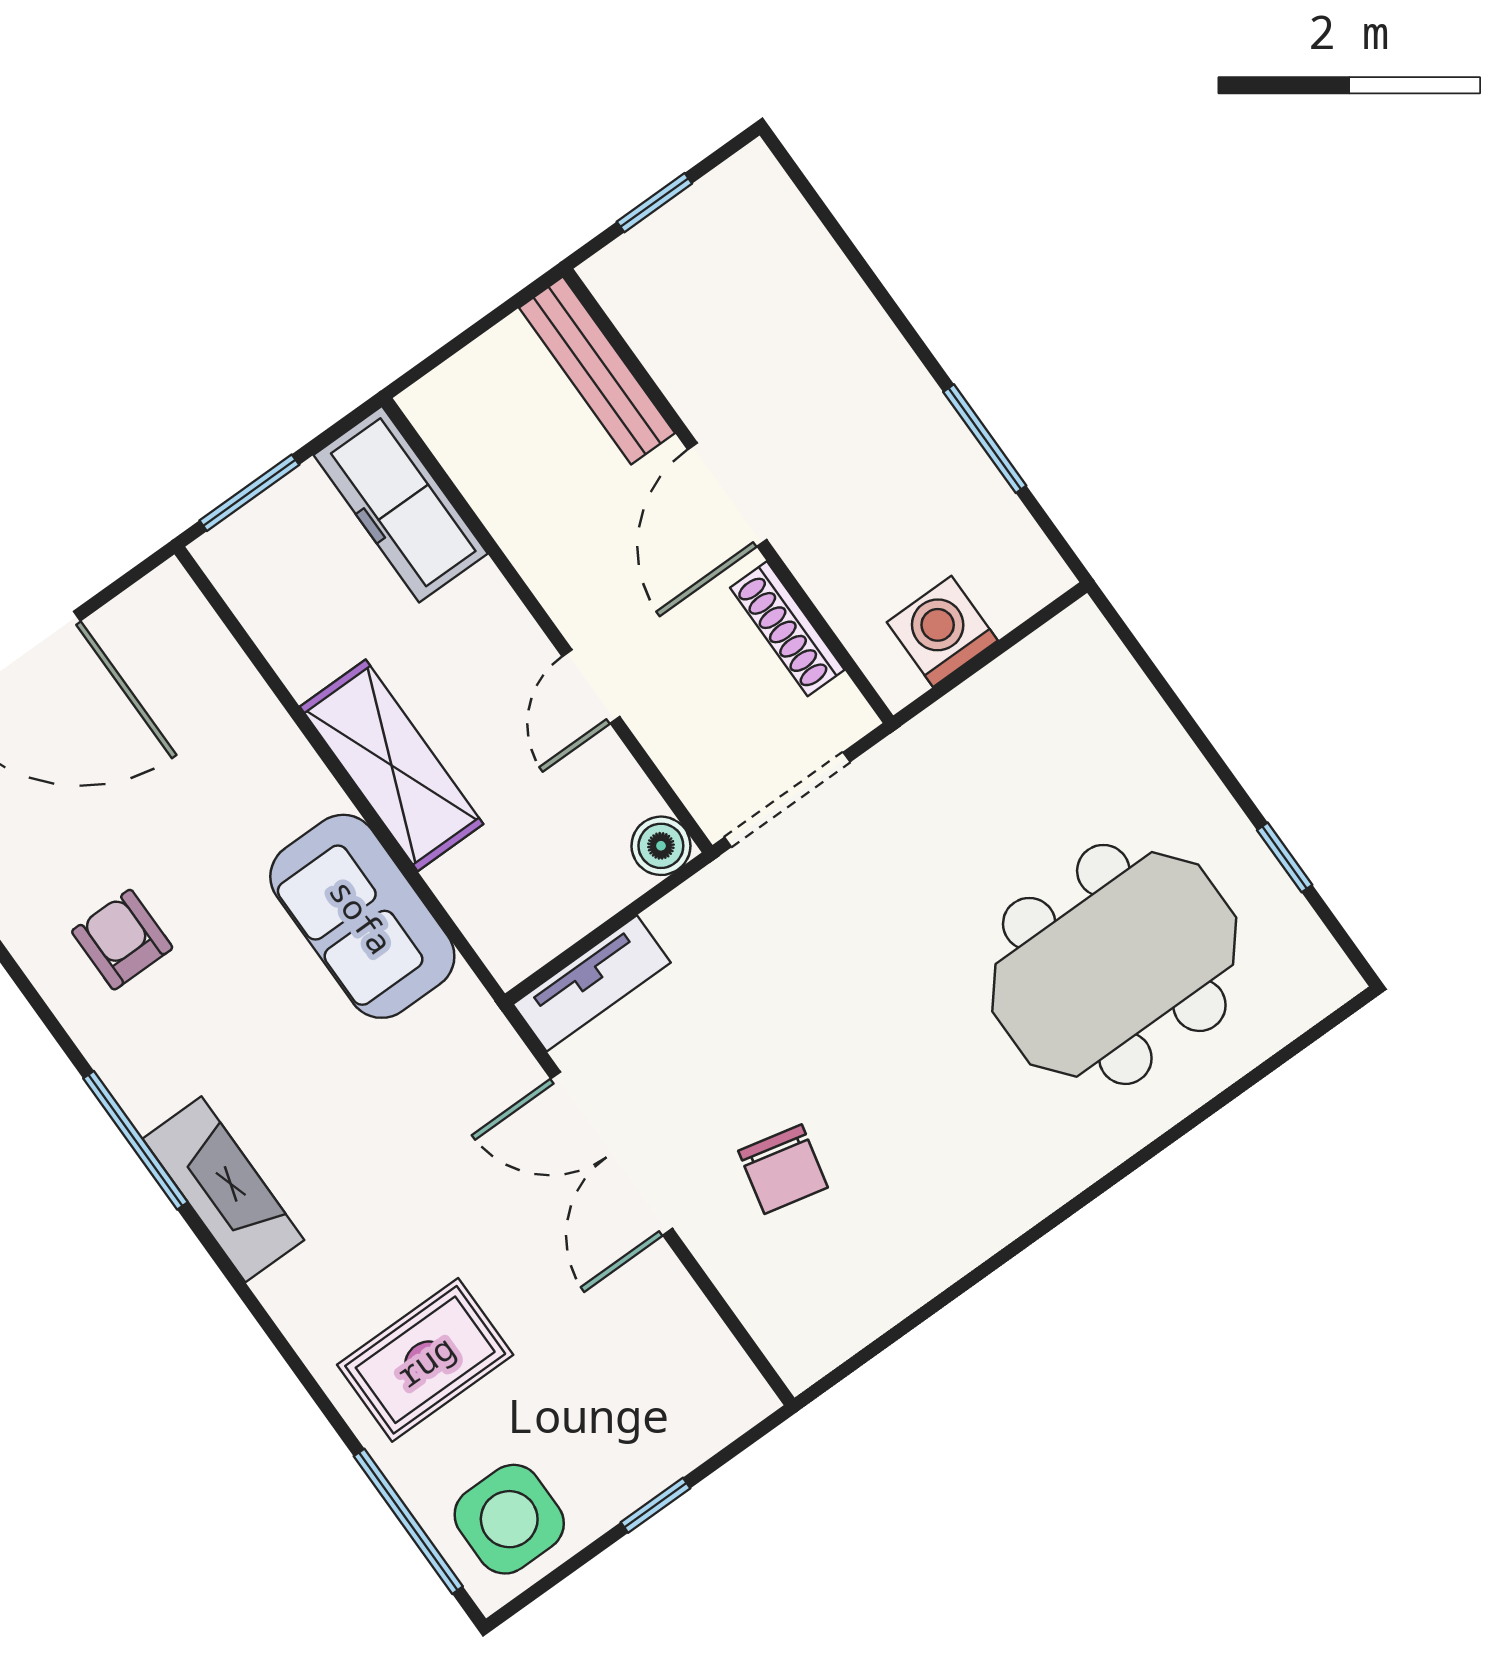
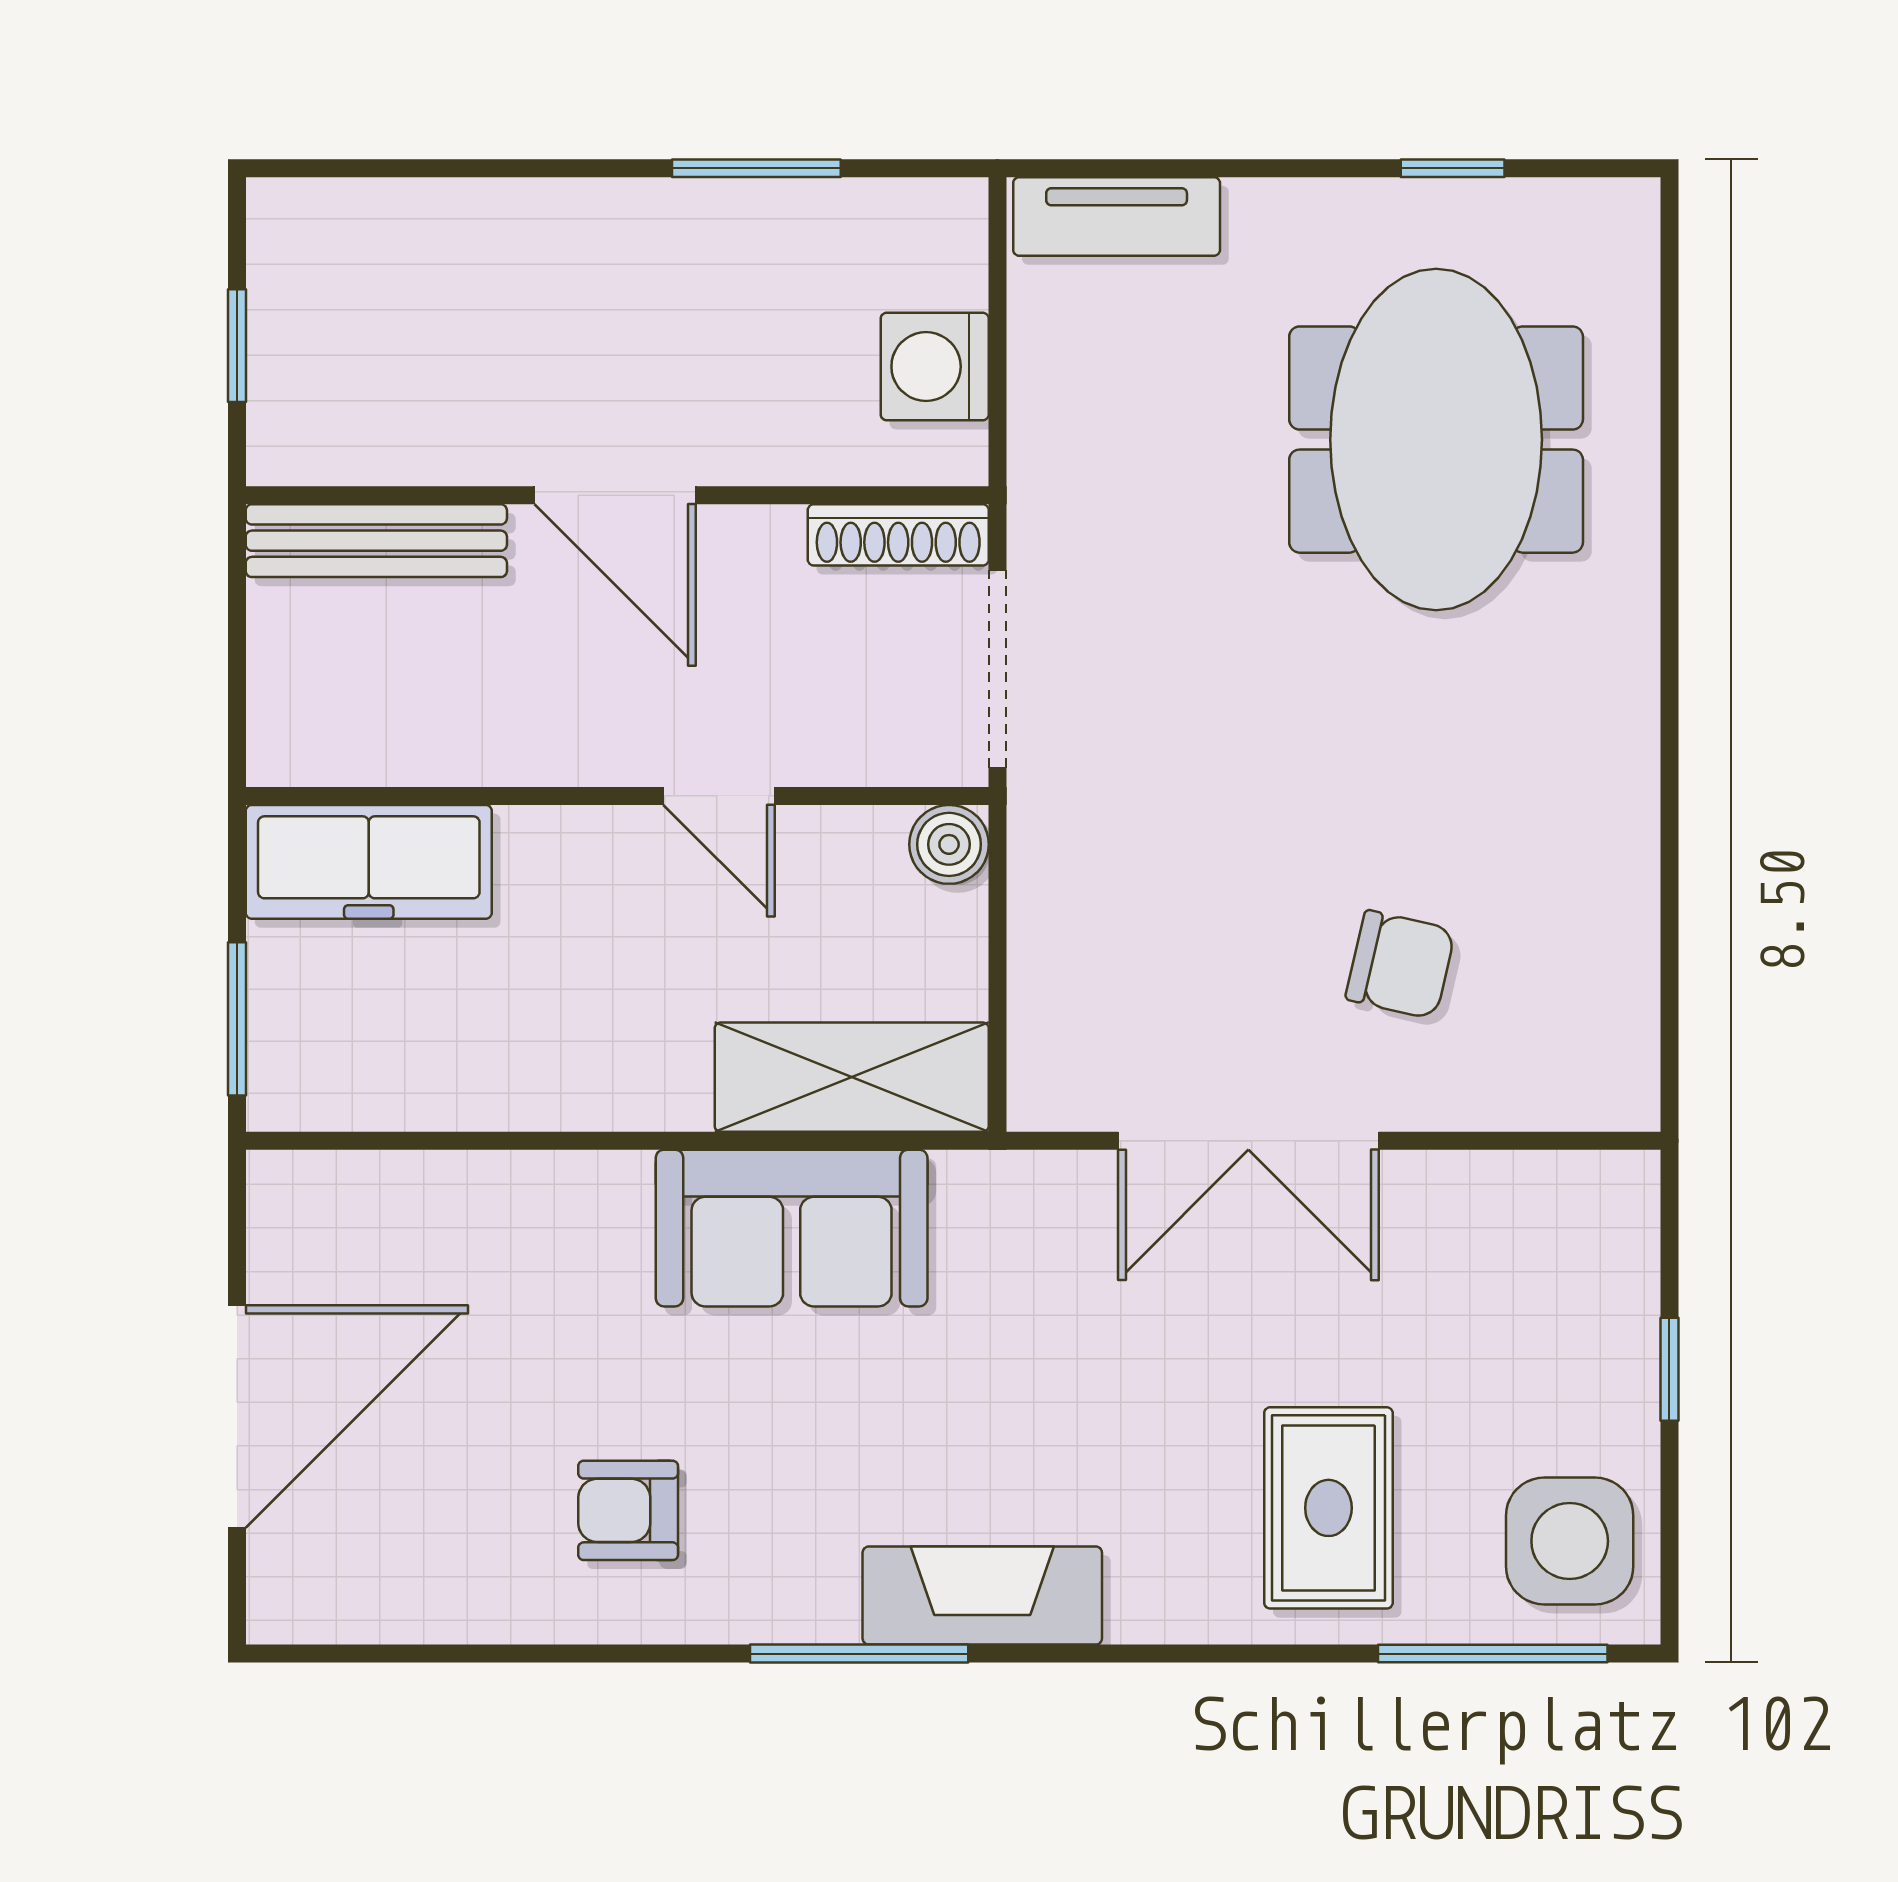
shoe rack: (787, 629) -> (898, 535), moved
shelving: (392, 765) -> (852, 1077), moved
tv unit: (592, 983) -> (1117, 216), moved, turned 90

